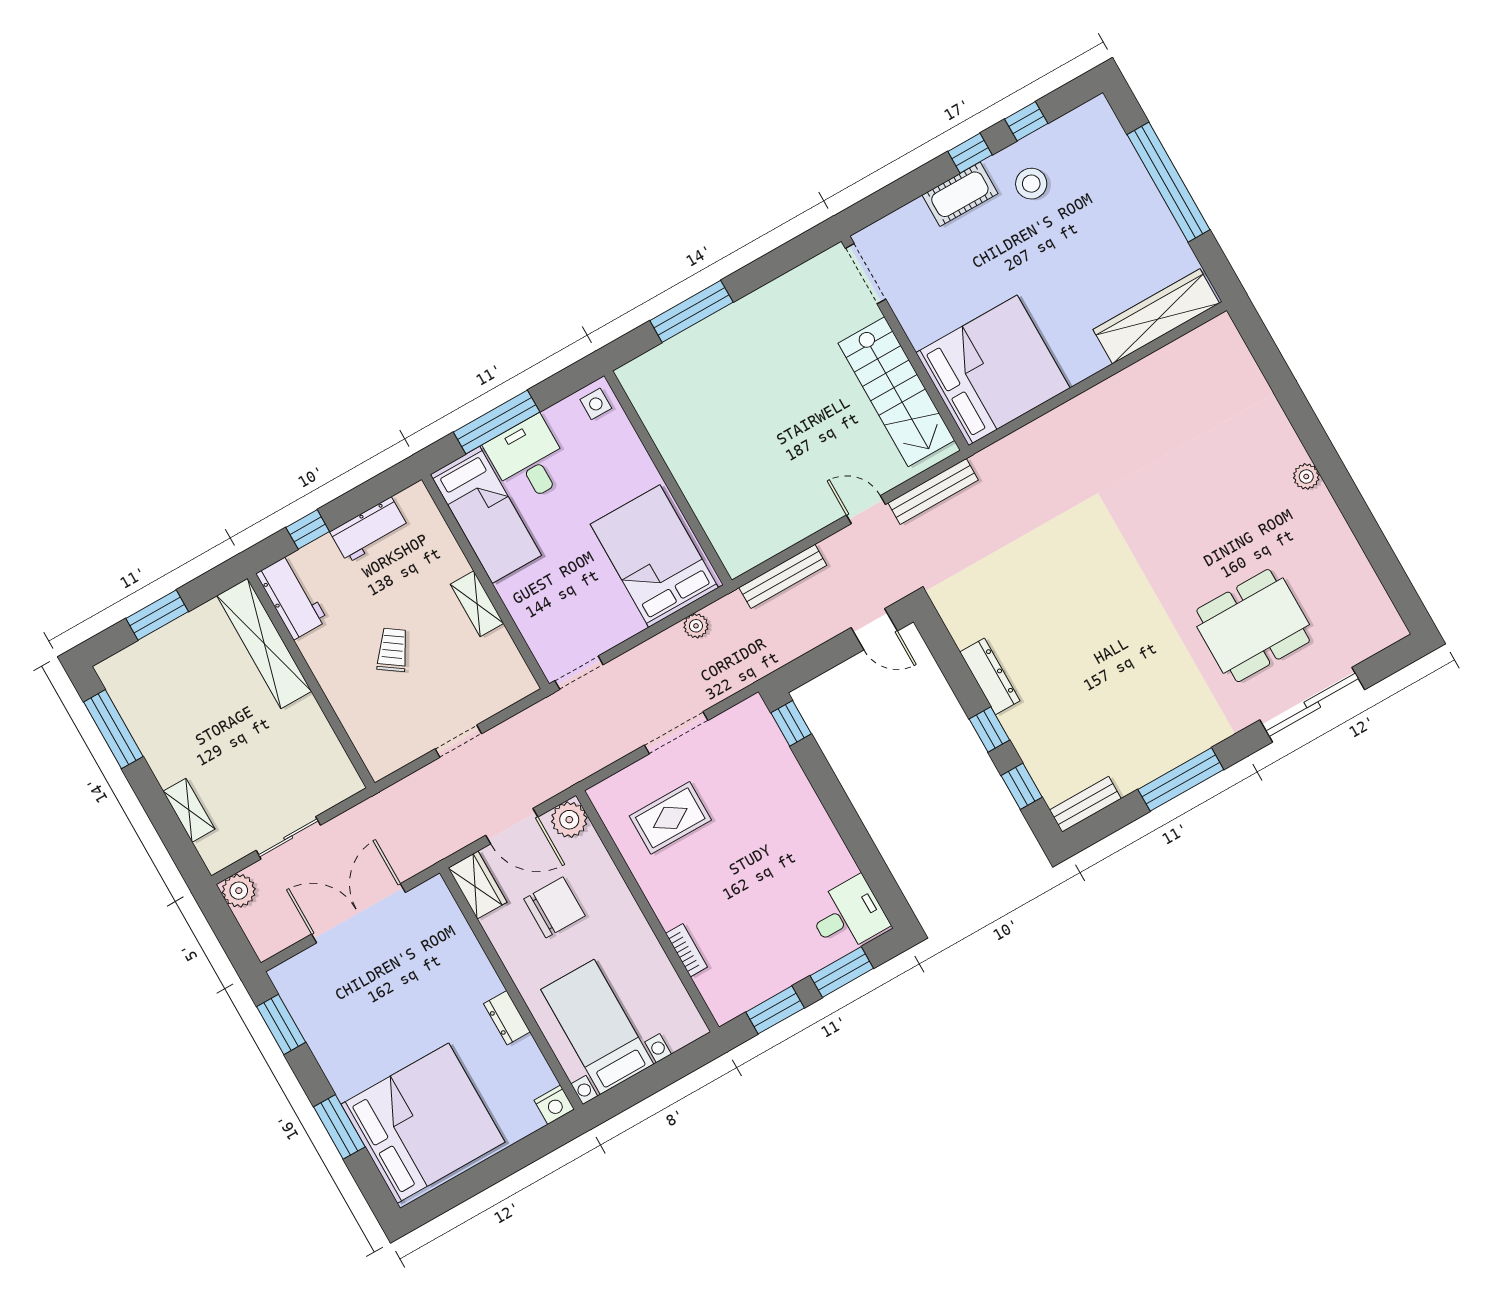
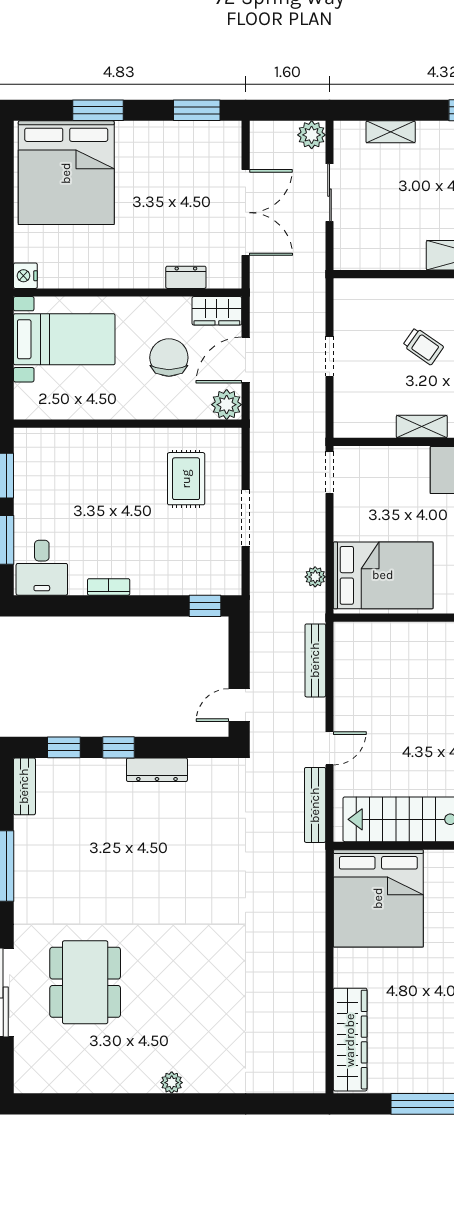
chair: (554, 907) -> (169, 358), turned 180
bookcase: (687, 950) -> (109, 587), moved, turned 180
dresser: (507, 1018) -> (186, 277), moved

